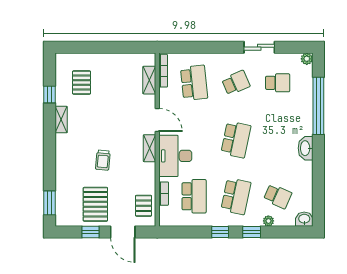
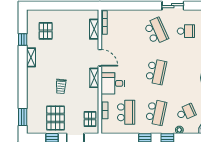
school desk: (194, 83) -> (126, 31), removed
school desk: (236, 83) -> (156, 31), width x1.85
desk: (175, 156) -> (113, 83), width x0.73
school desk: (278, 196) -> (186, 112), turned -48

